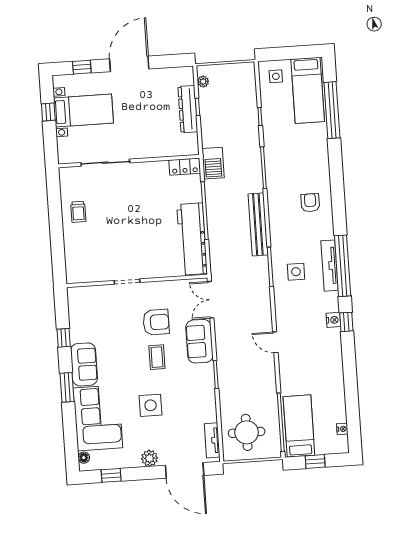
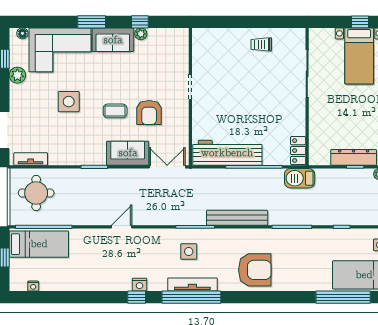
armchair: (310, 203) -> (255, 270), width x1.88, depth x1.88
plant: (76, 336) -> (141, 34), added
plant: (150, 458) -> (17, 75), moved

